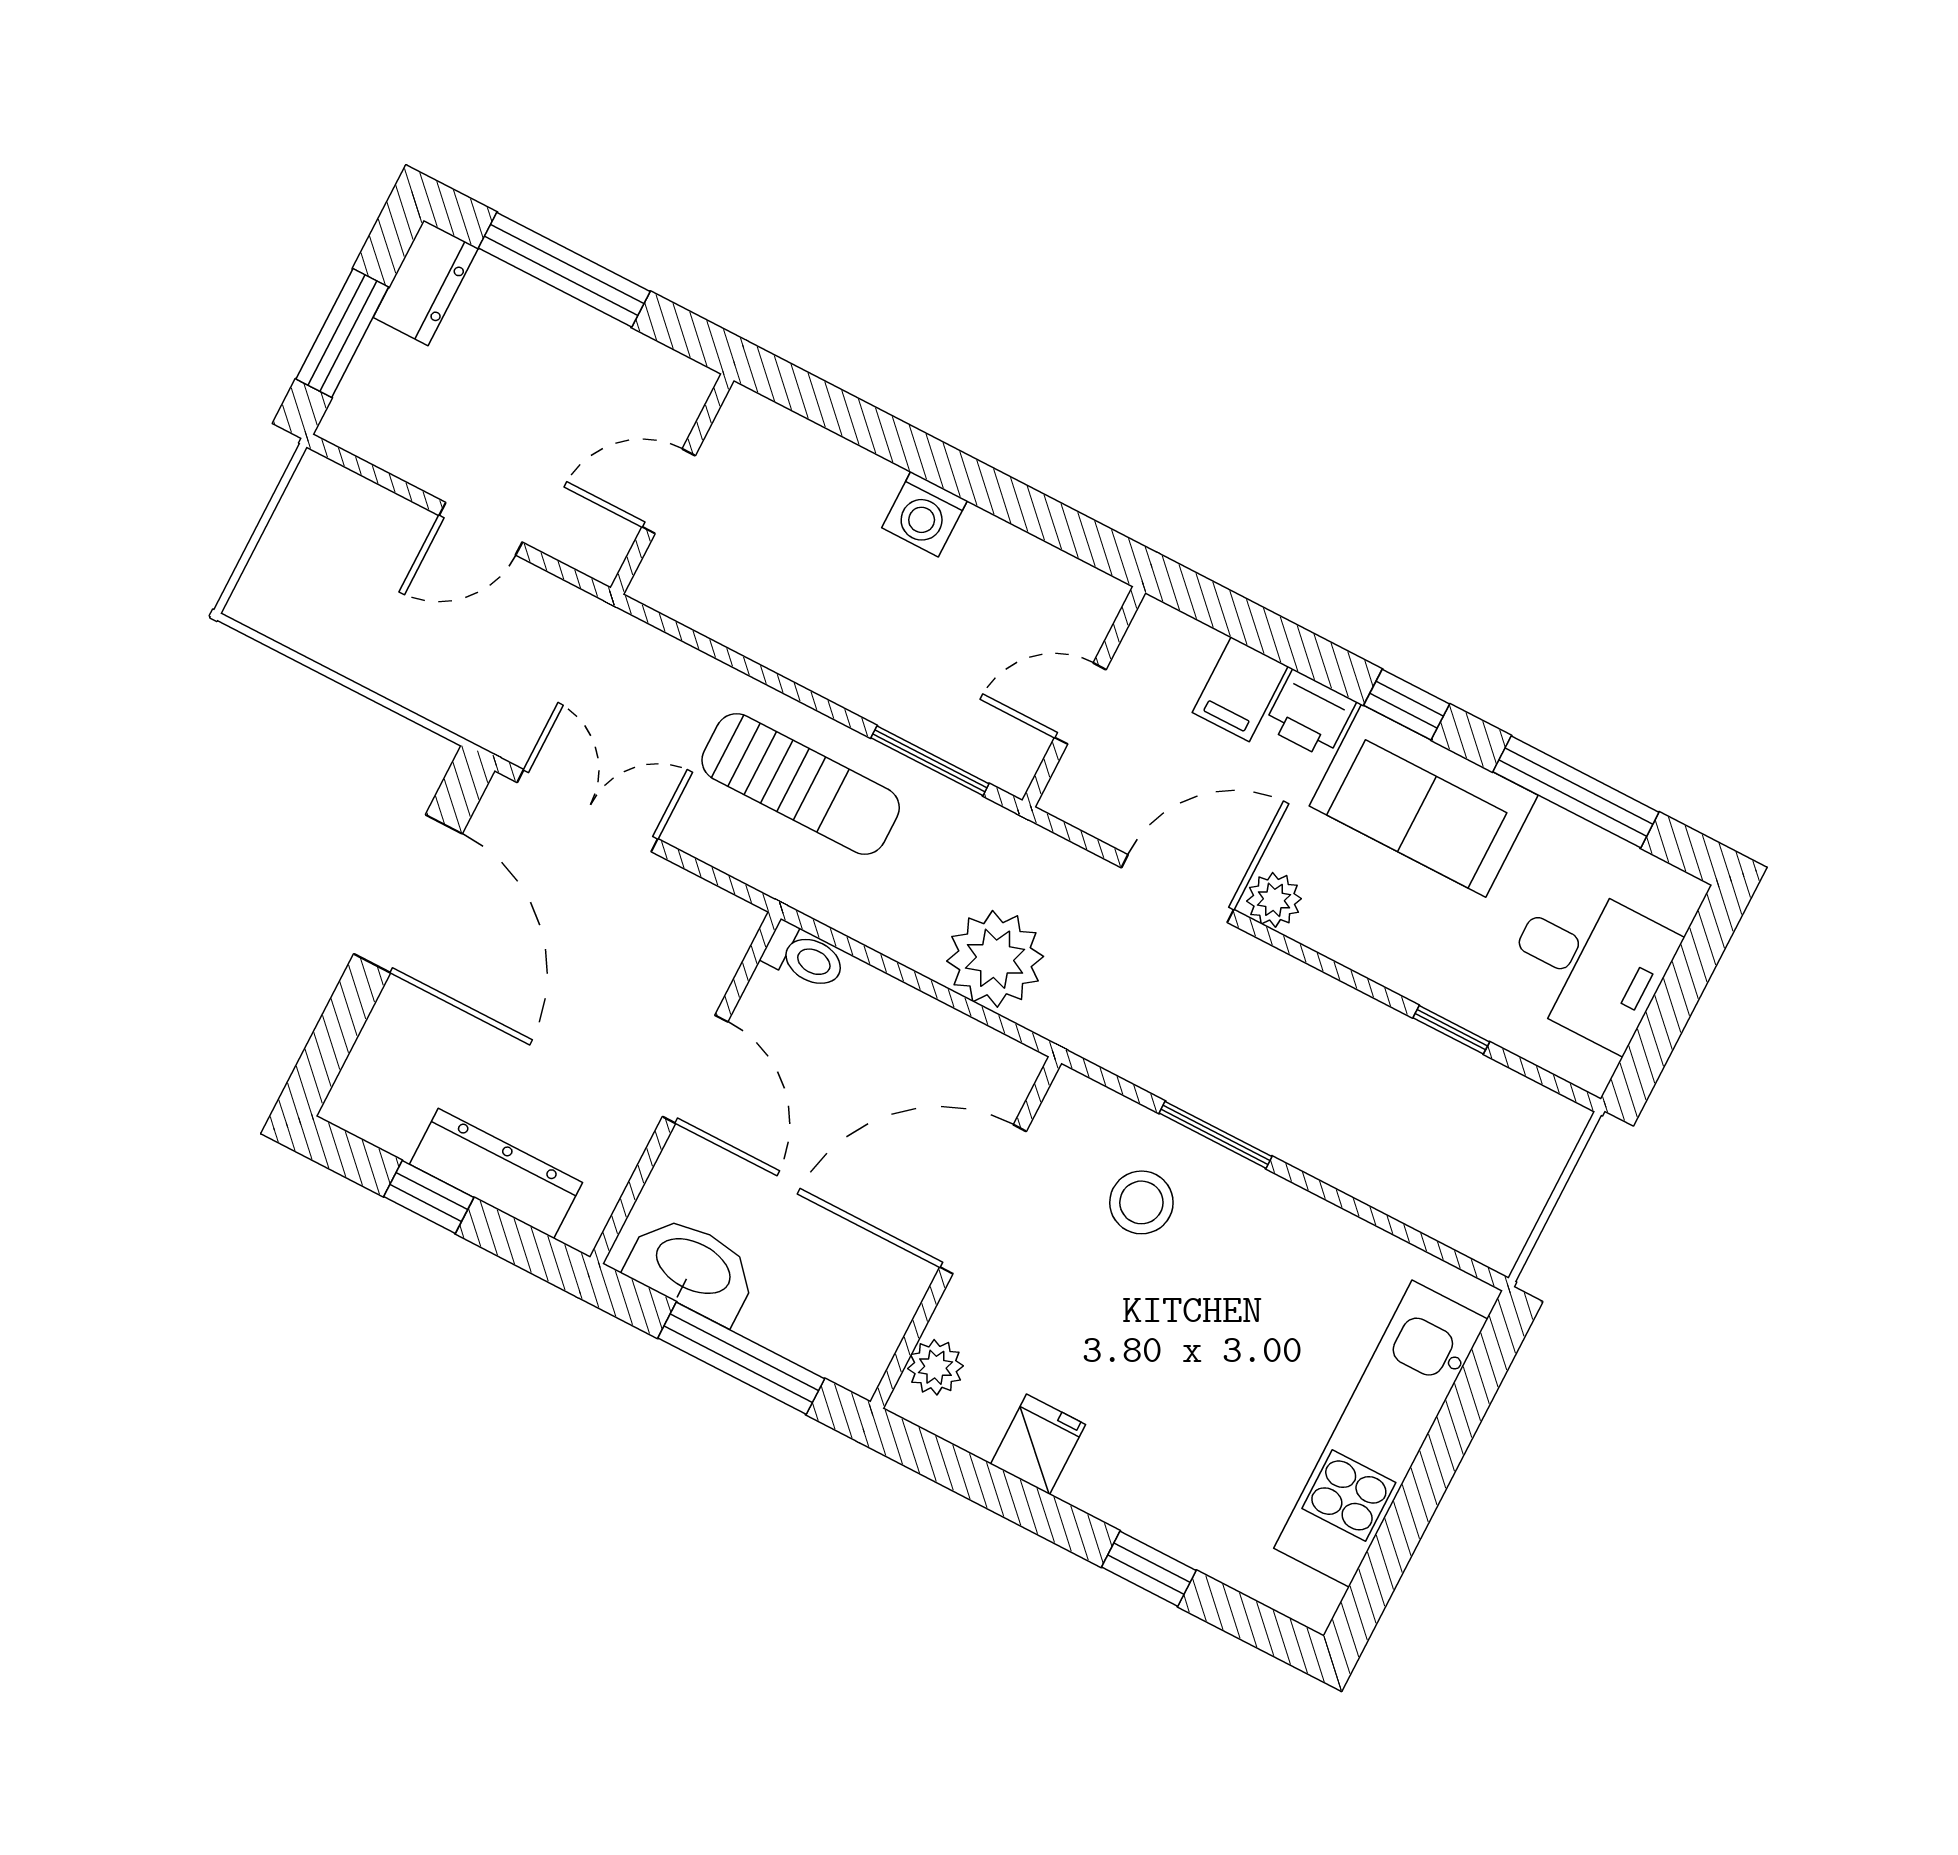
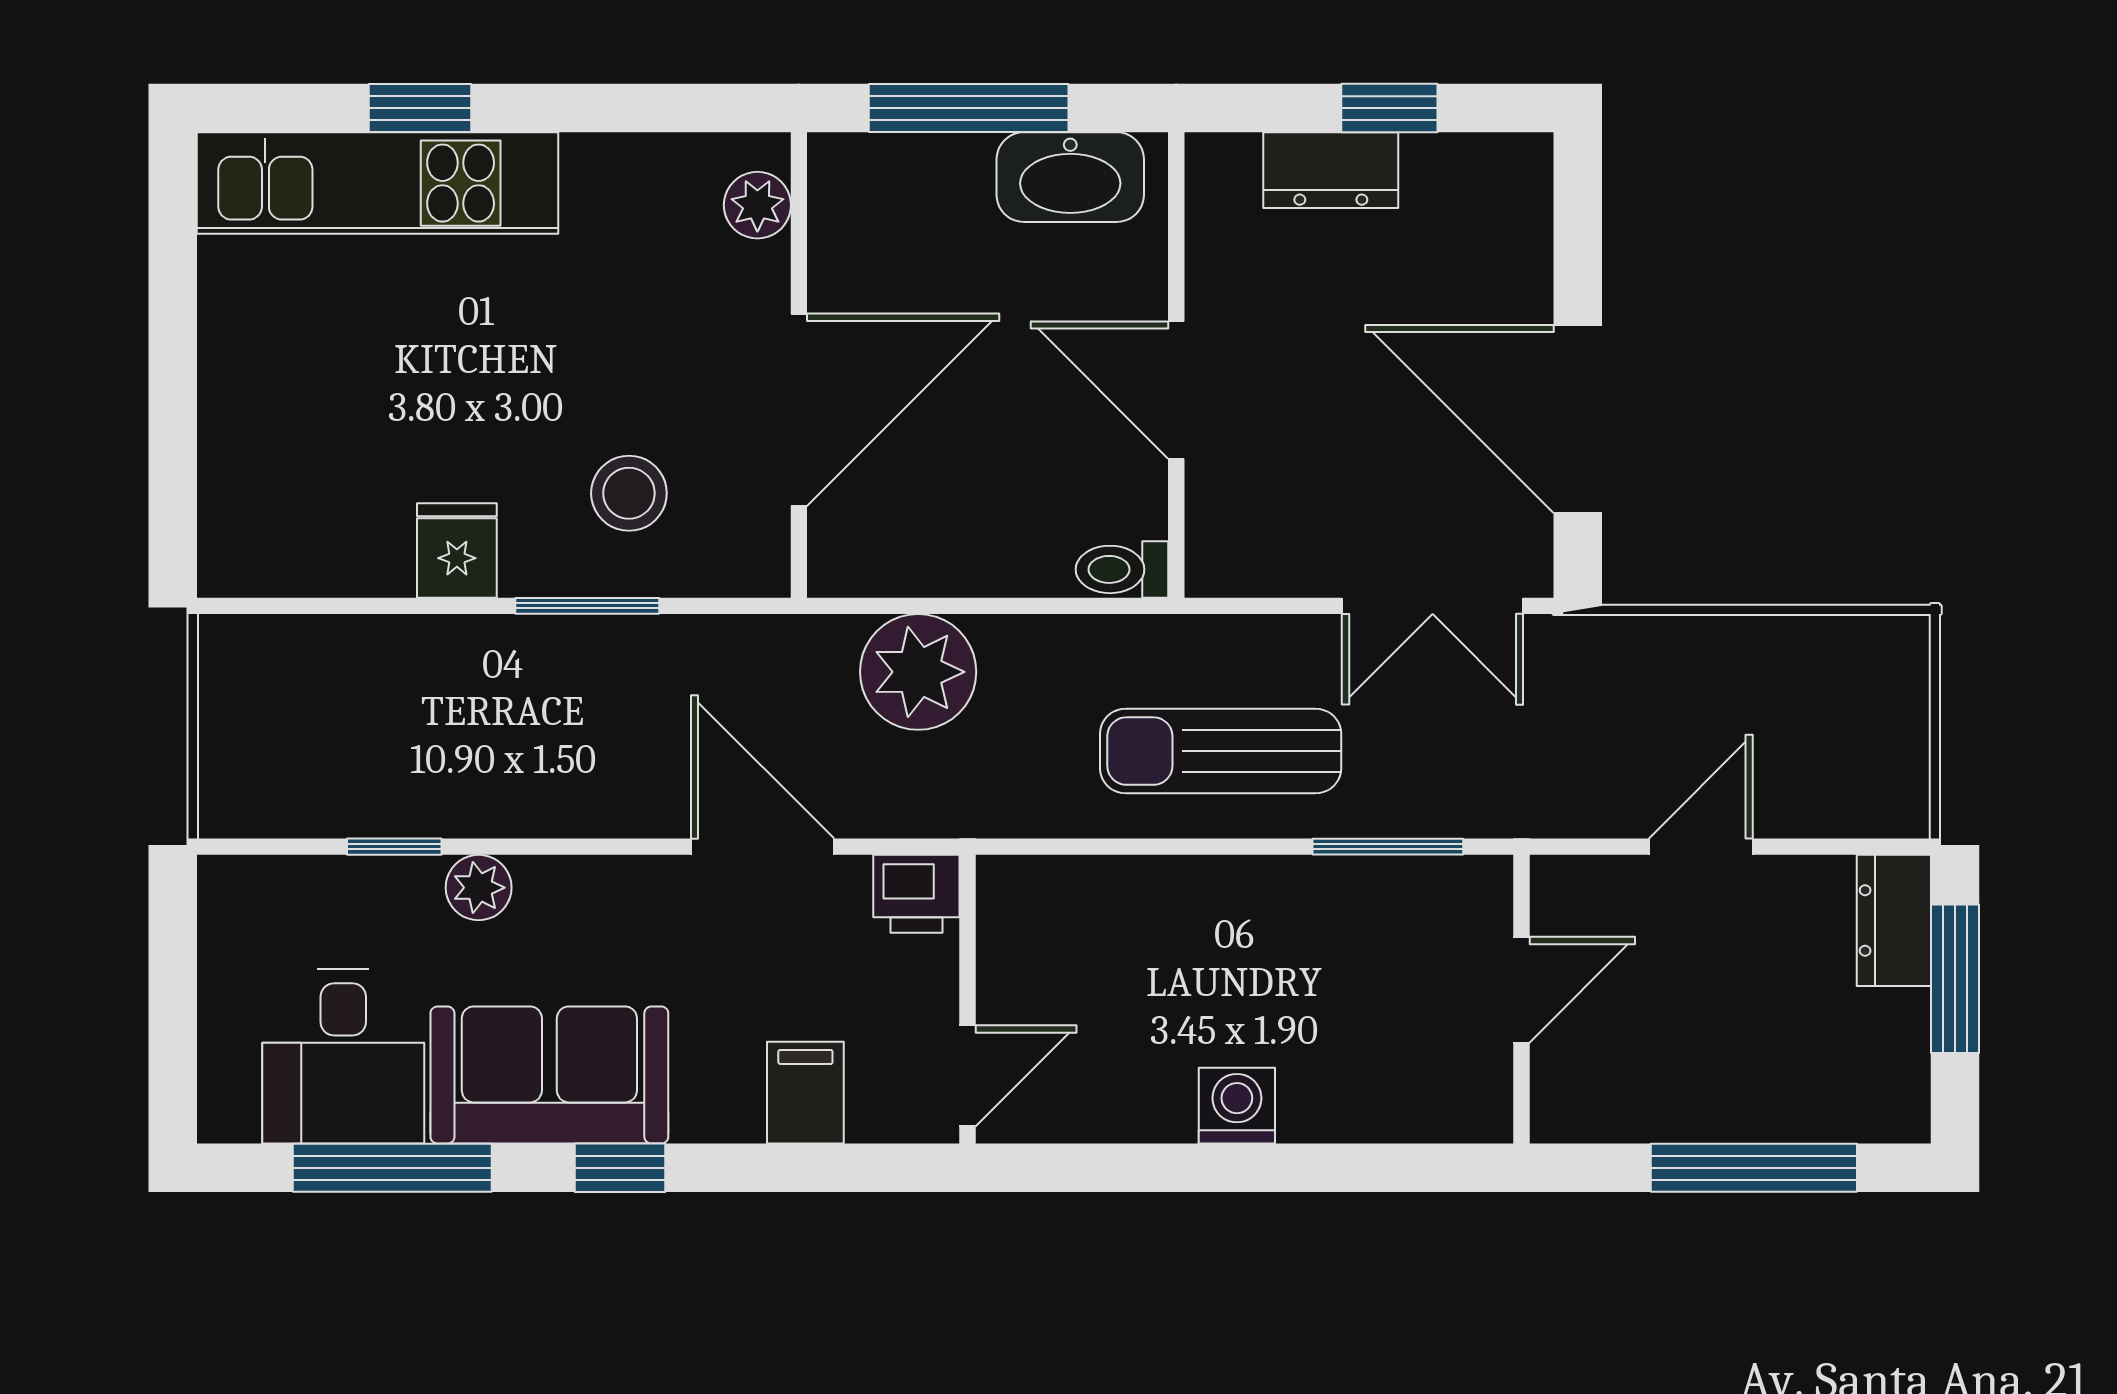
dresser: (426, 283) -> (1894, 920), moved
door: (1080, 704) -> (968, 1076), moved
printer: (1310, 714) -> (916, 894), moved, turned 180
window: (930, 761) -> (1388, 847), moved
door: (1178, 889) -> (763, 847), swing flipped
plant: (1274, 900) -> (479, 888), moved
desk: (1589, 964) -> (343, 1056), moved, turned -90
dresser: (496, 1173) -> (1331, 170), width x0.70
kitchen unit: (1381, 1434) -> (377, 183), moved, turned 90
fridge: (1038, 1444) -> (457, 550), moved, turned 180

